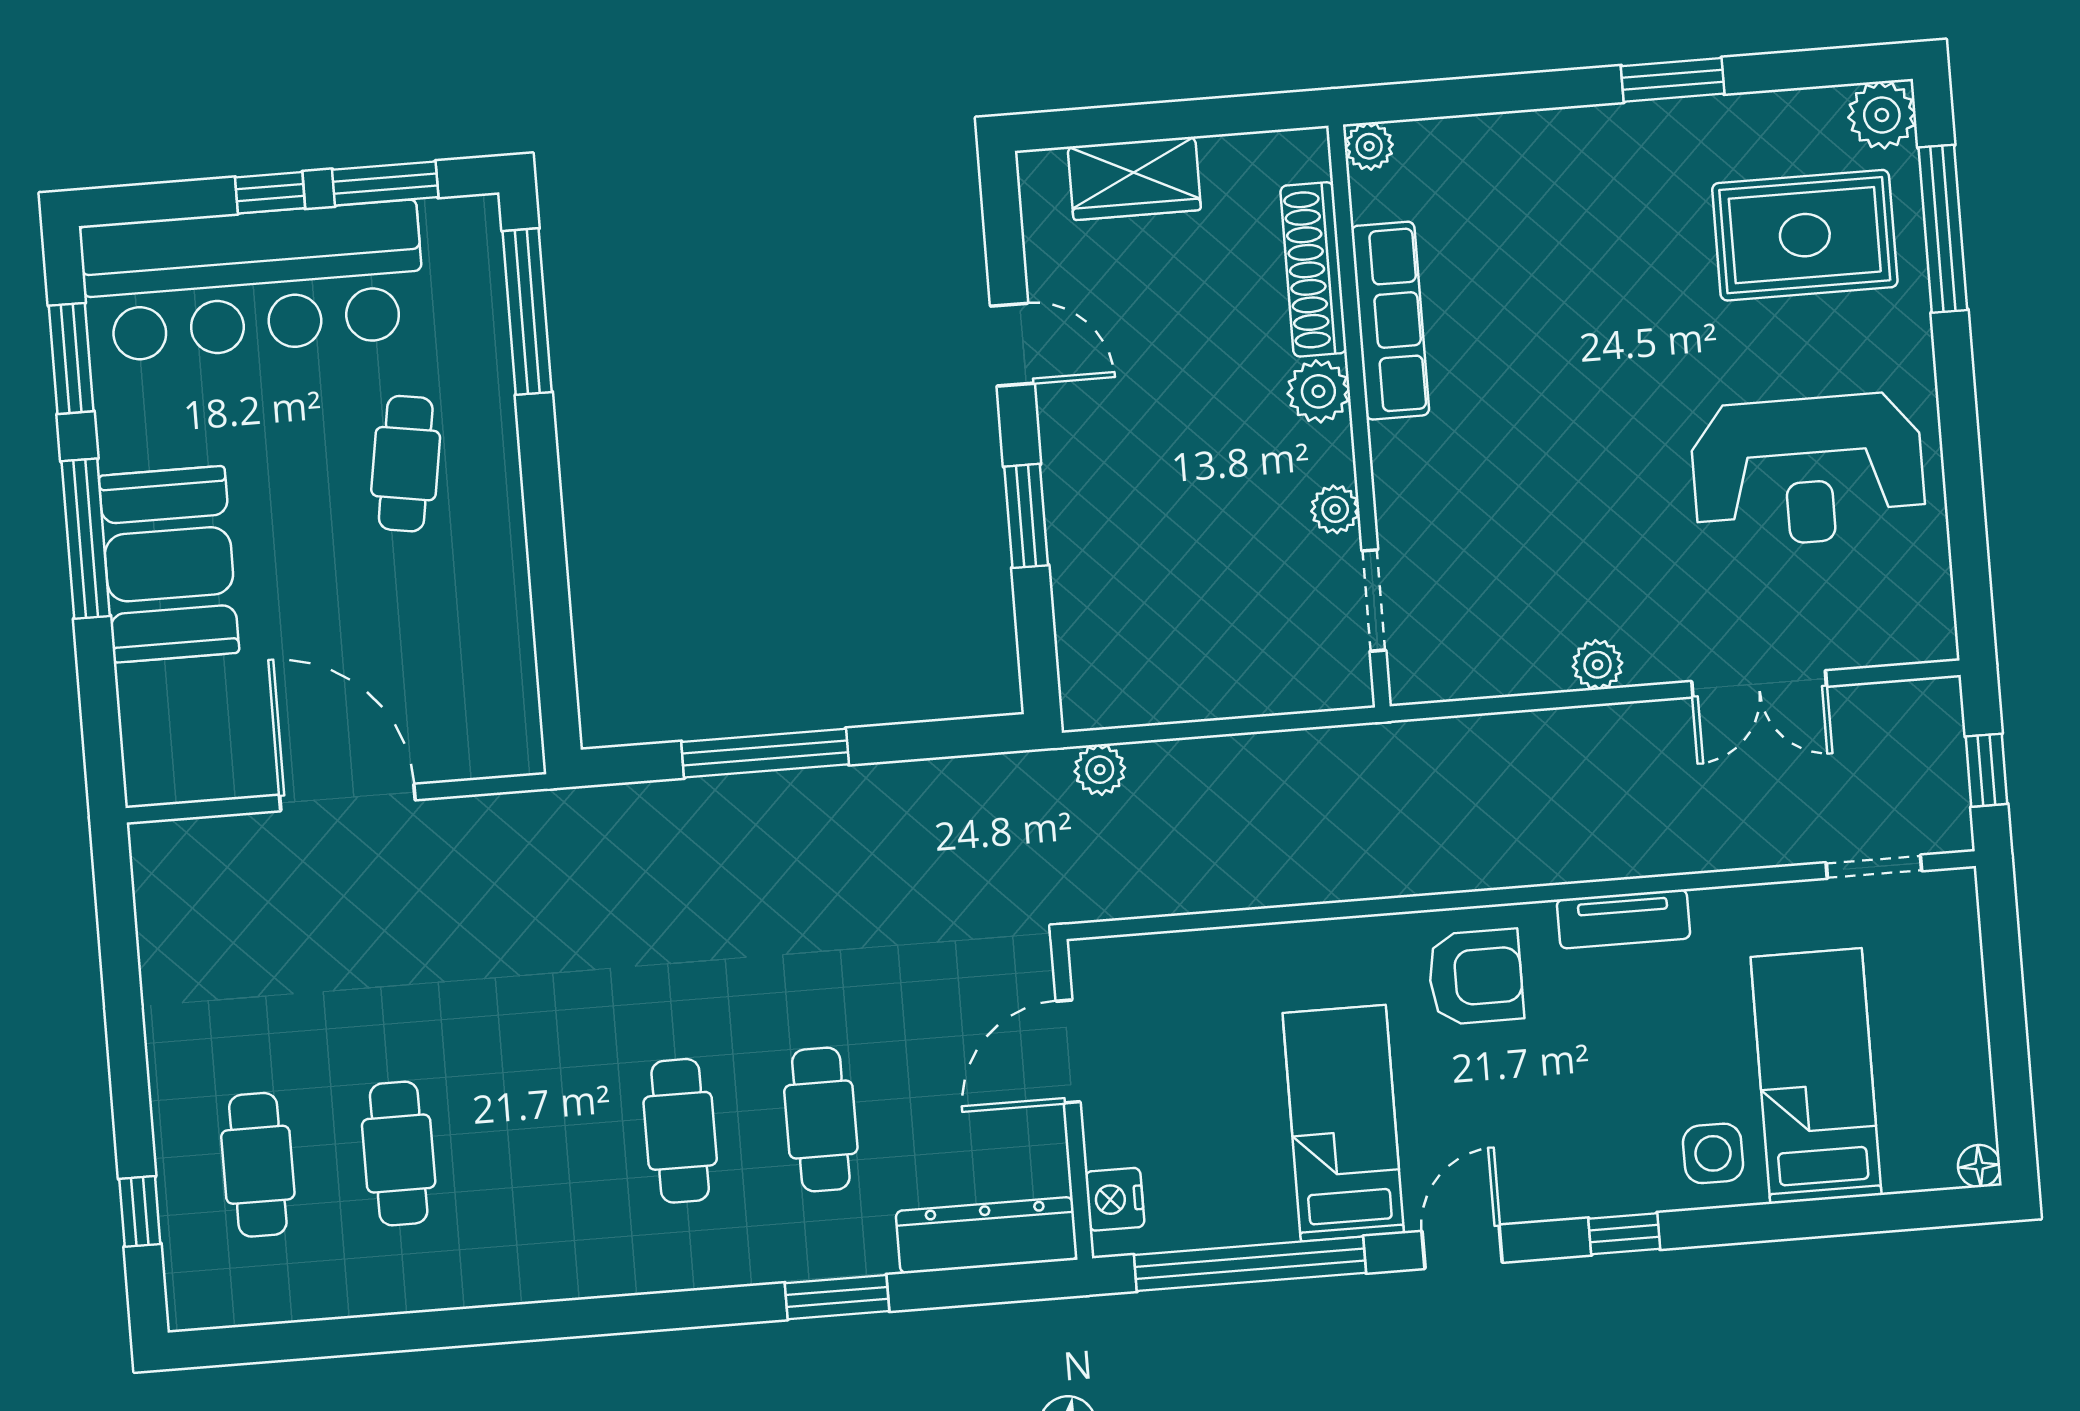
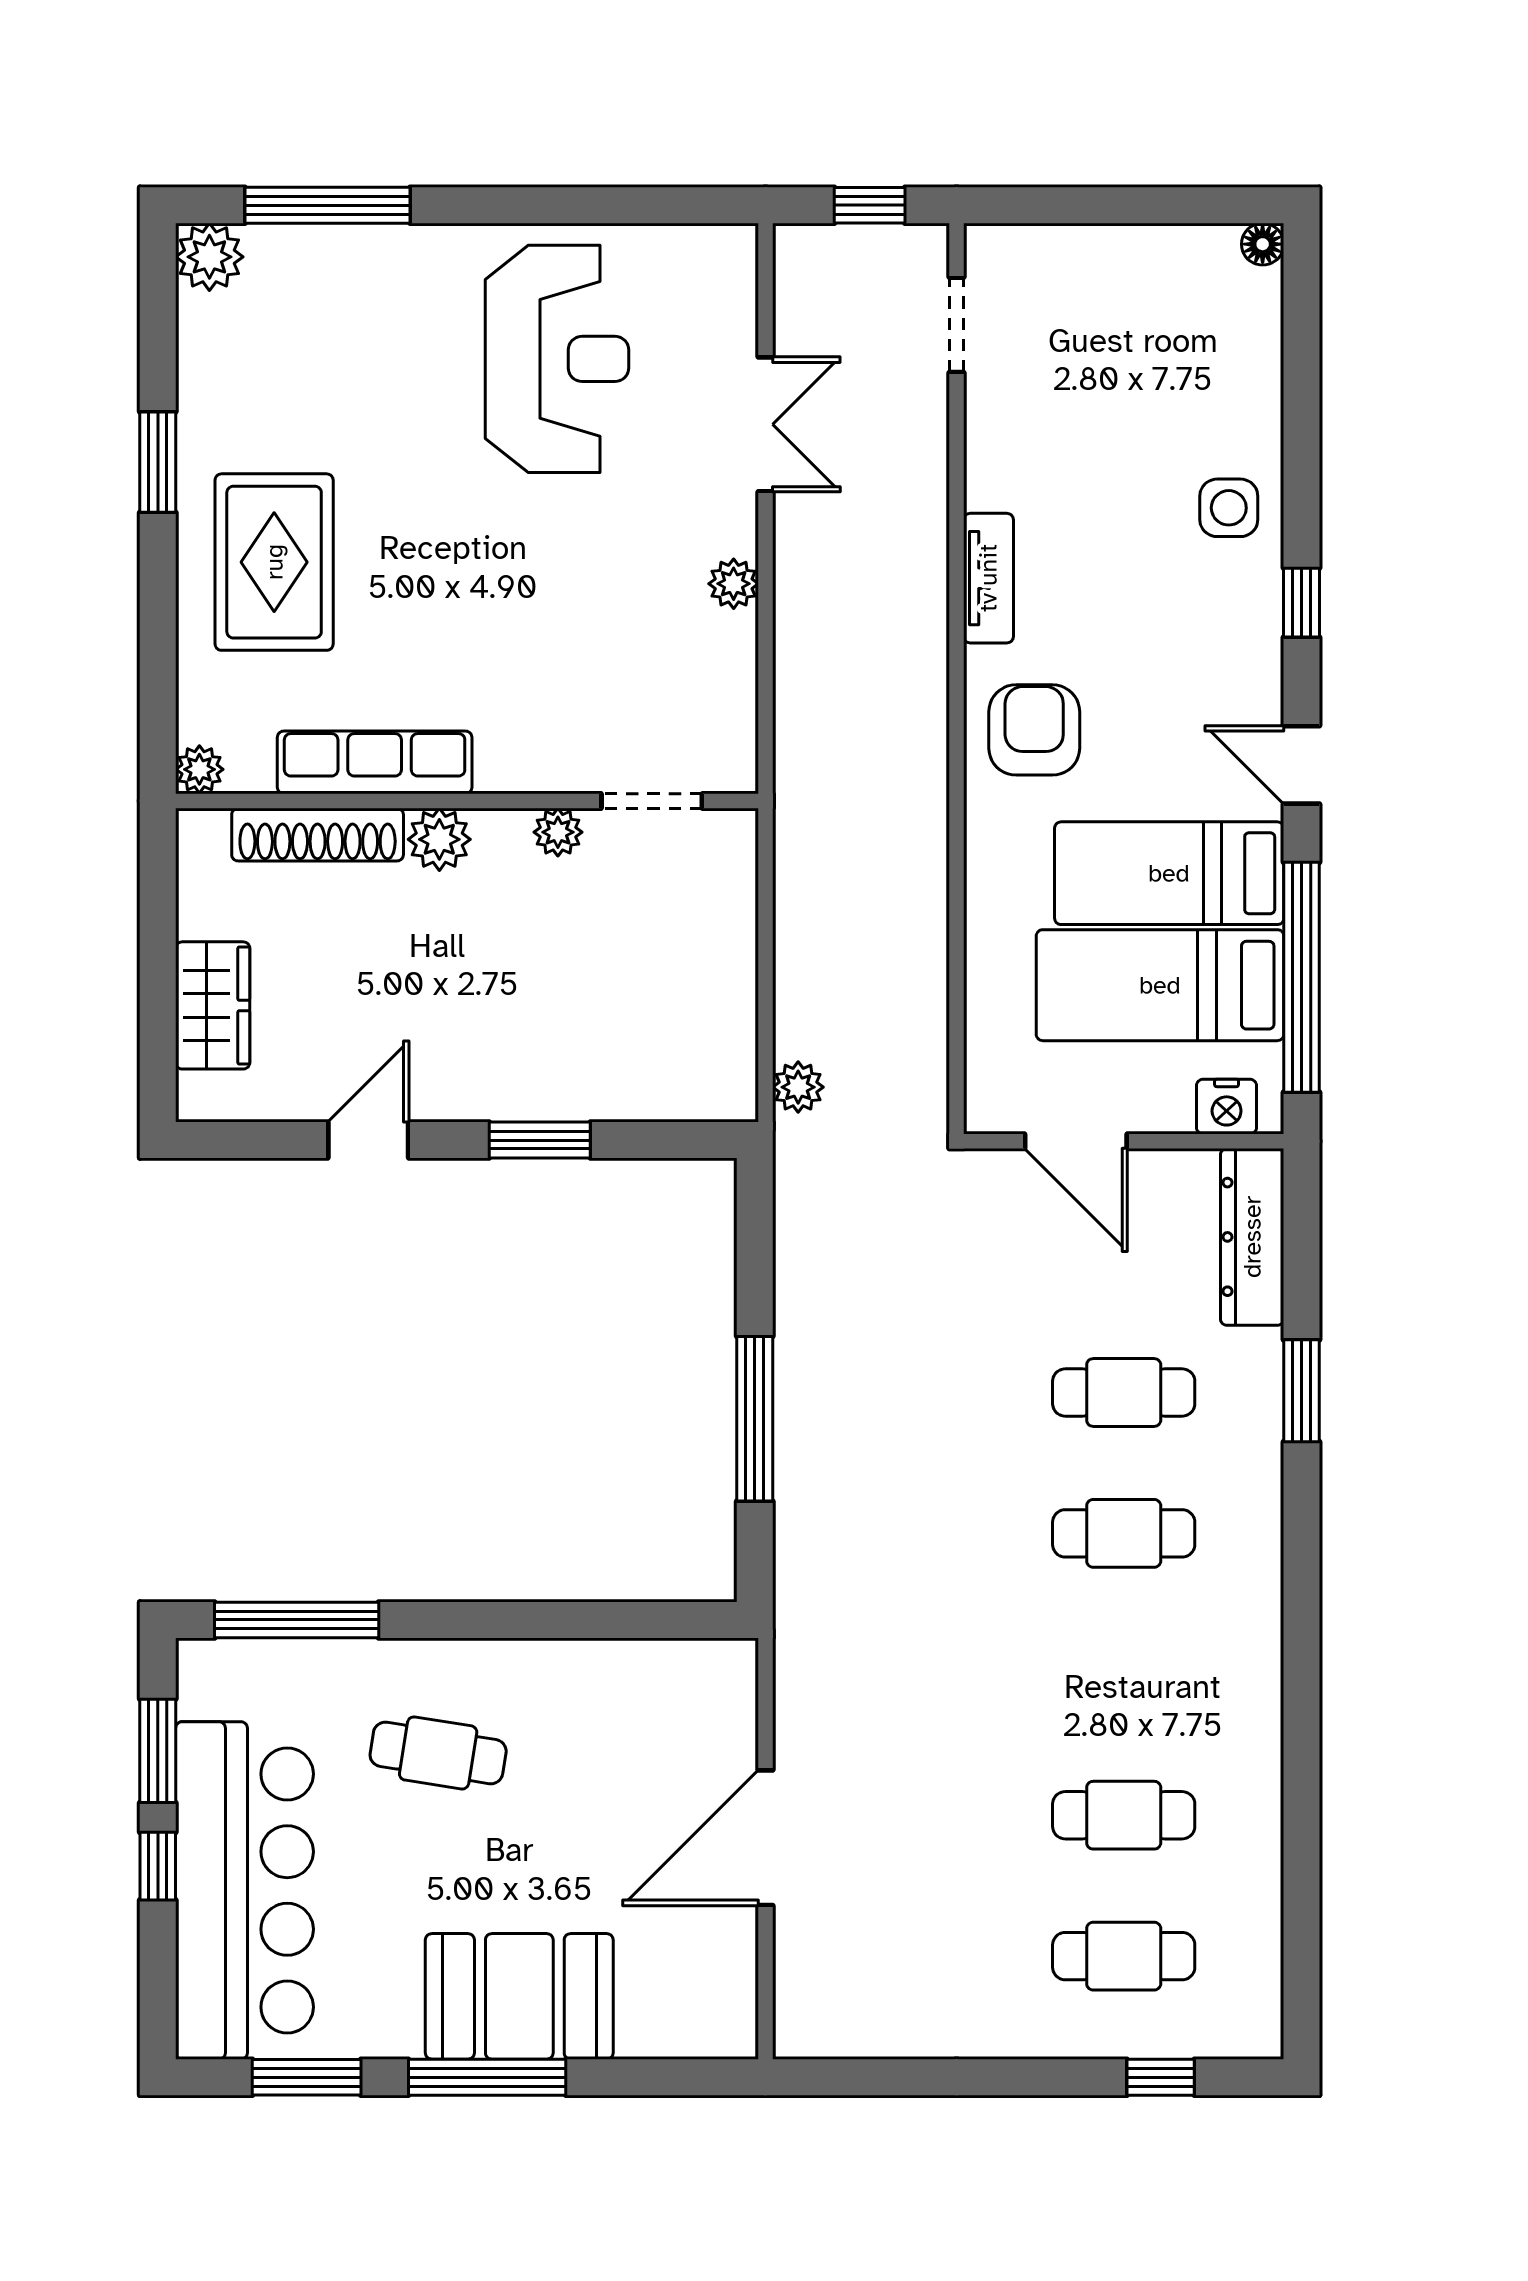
rug: (1805, 235) -> (274, 562), moved
bed: (1816, 1076) -> (1160, 985), moved

